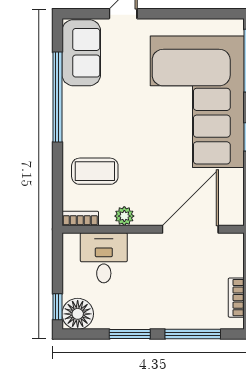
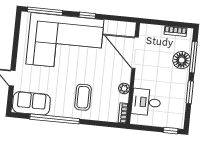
coffee table: (95, 171) -> (83, 97), moved
floor lamp: (78, 314) -> (182, 60), moved

